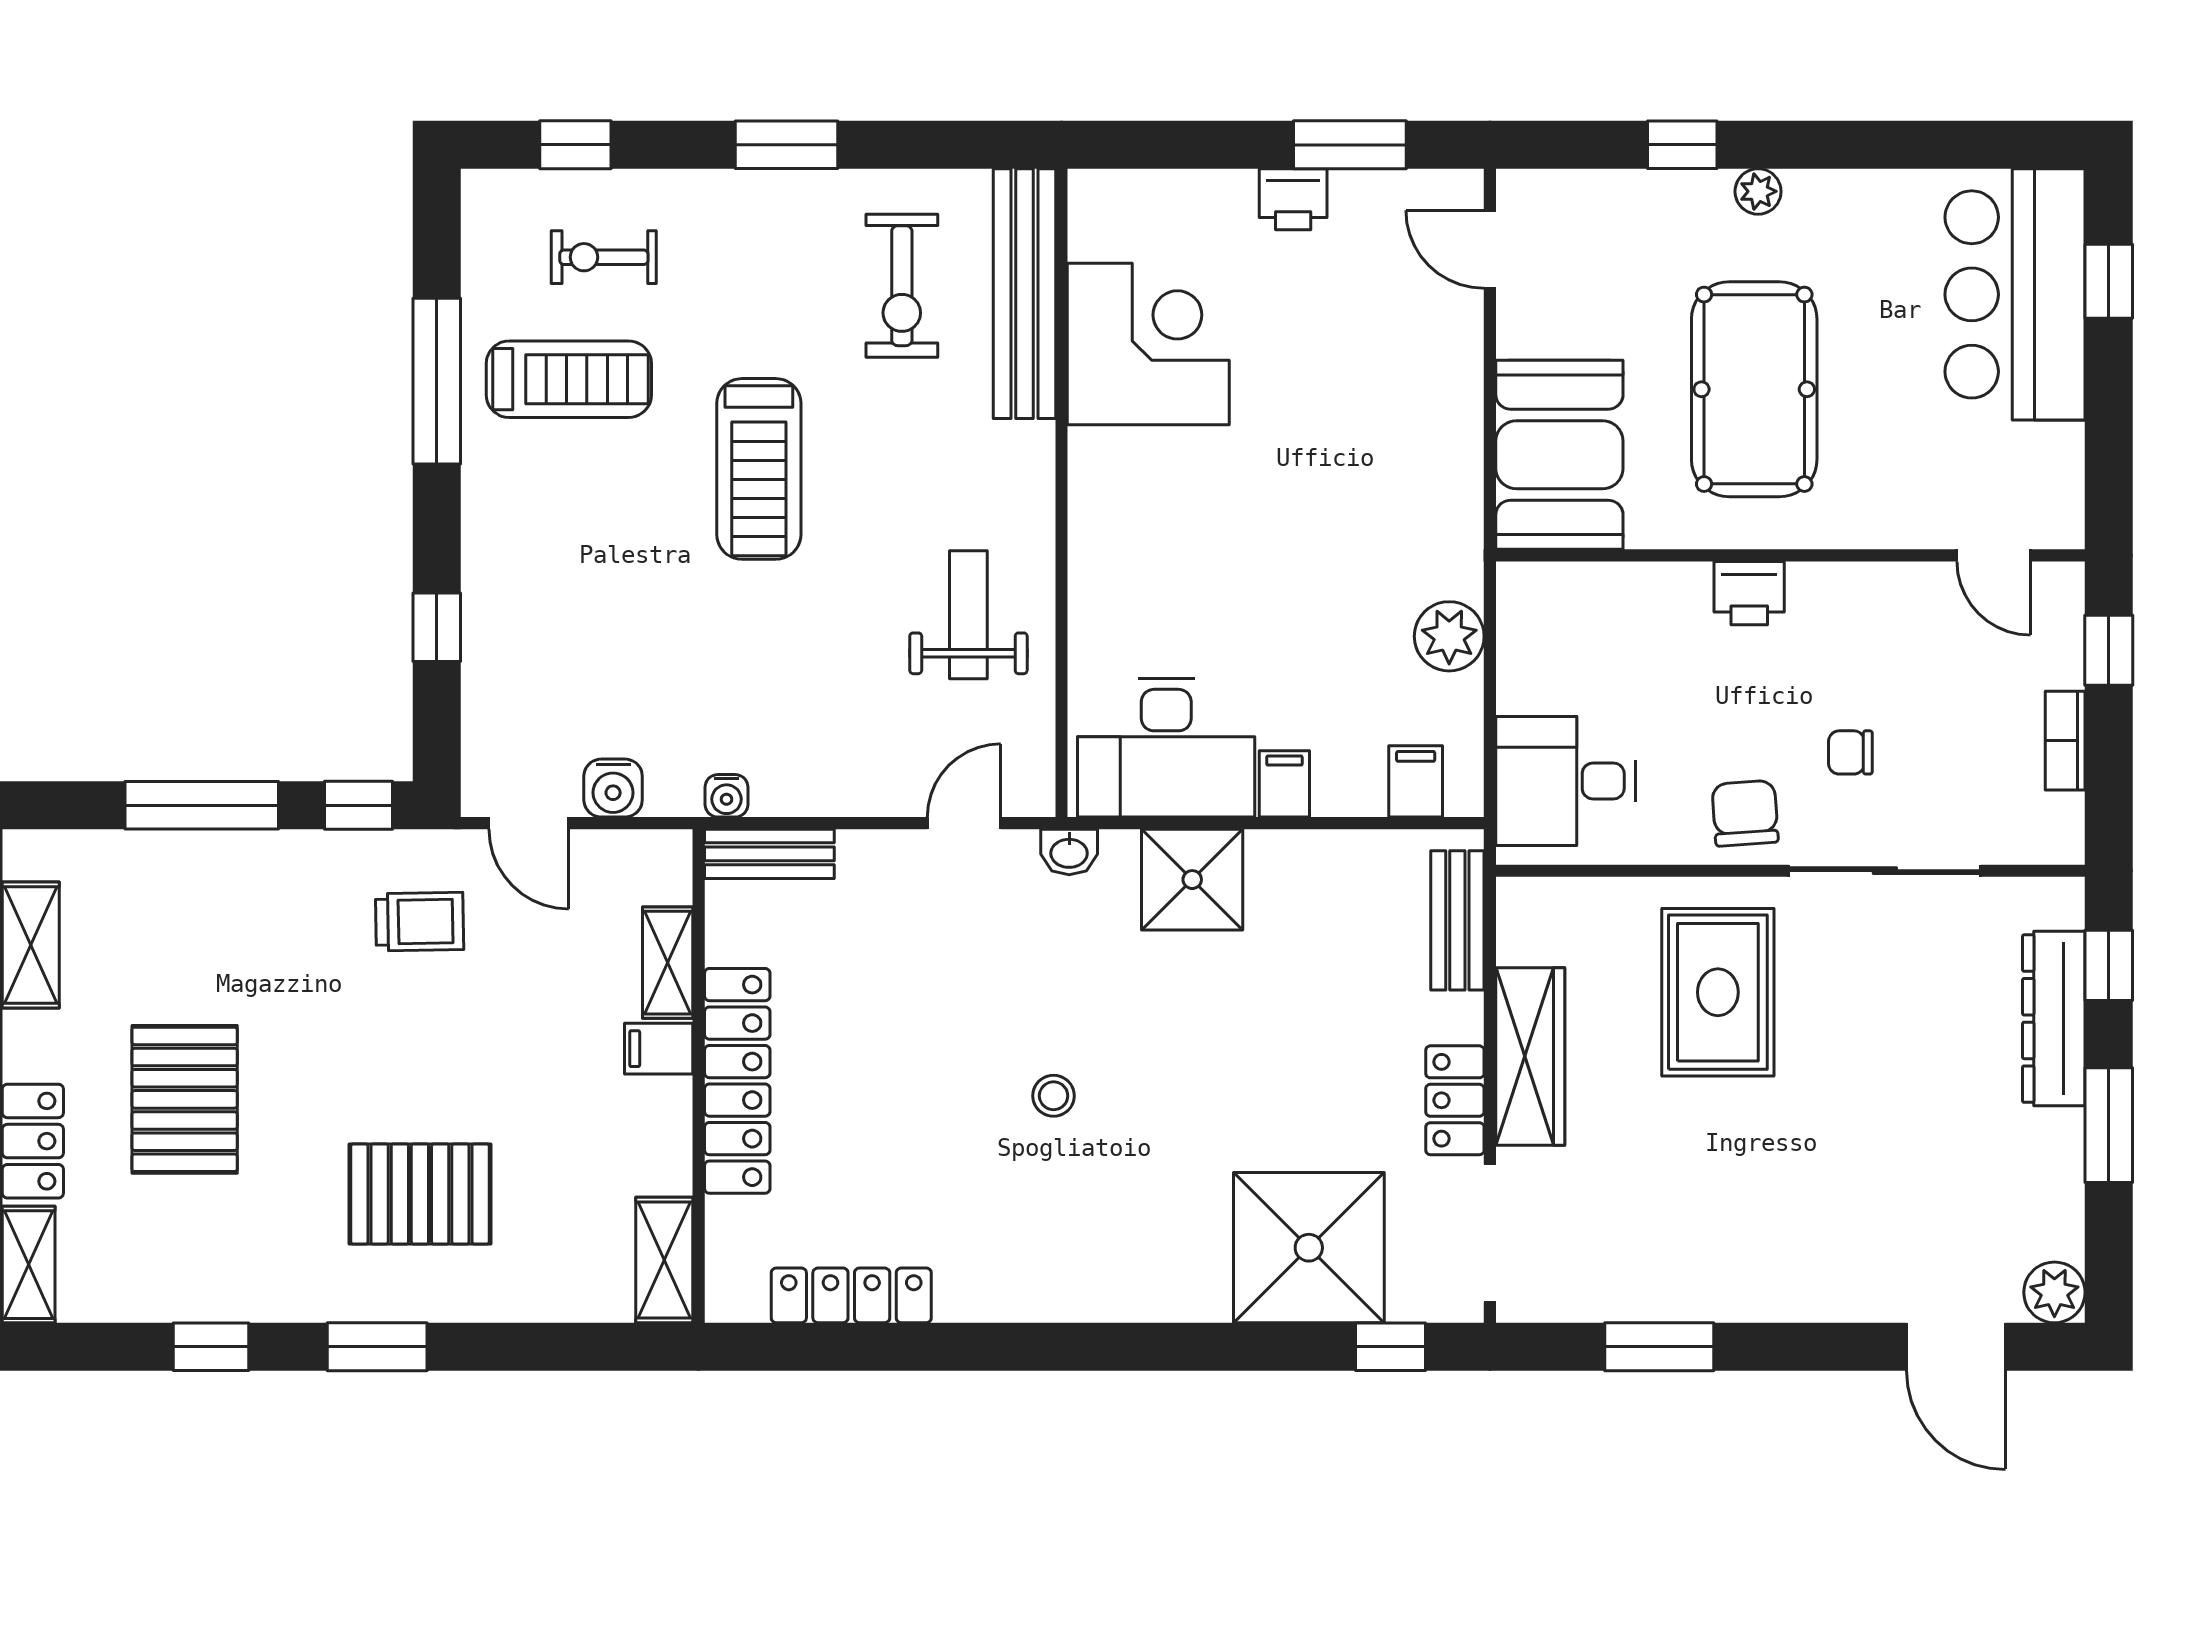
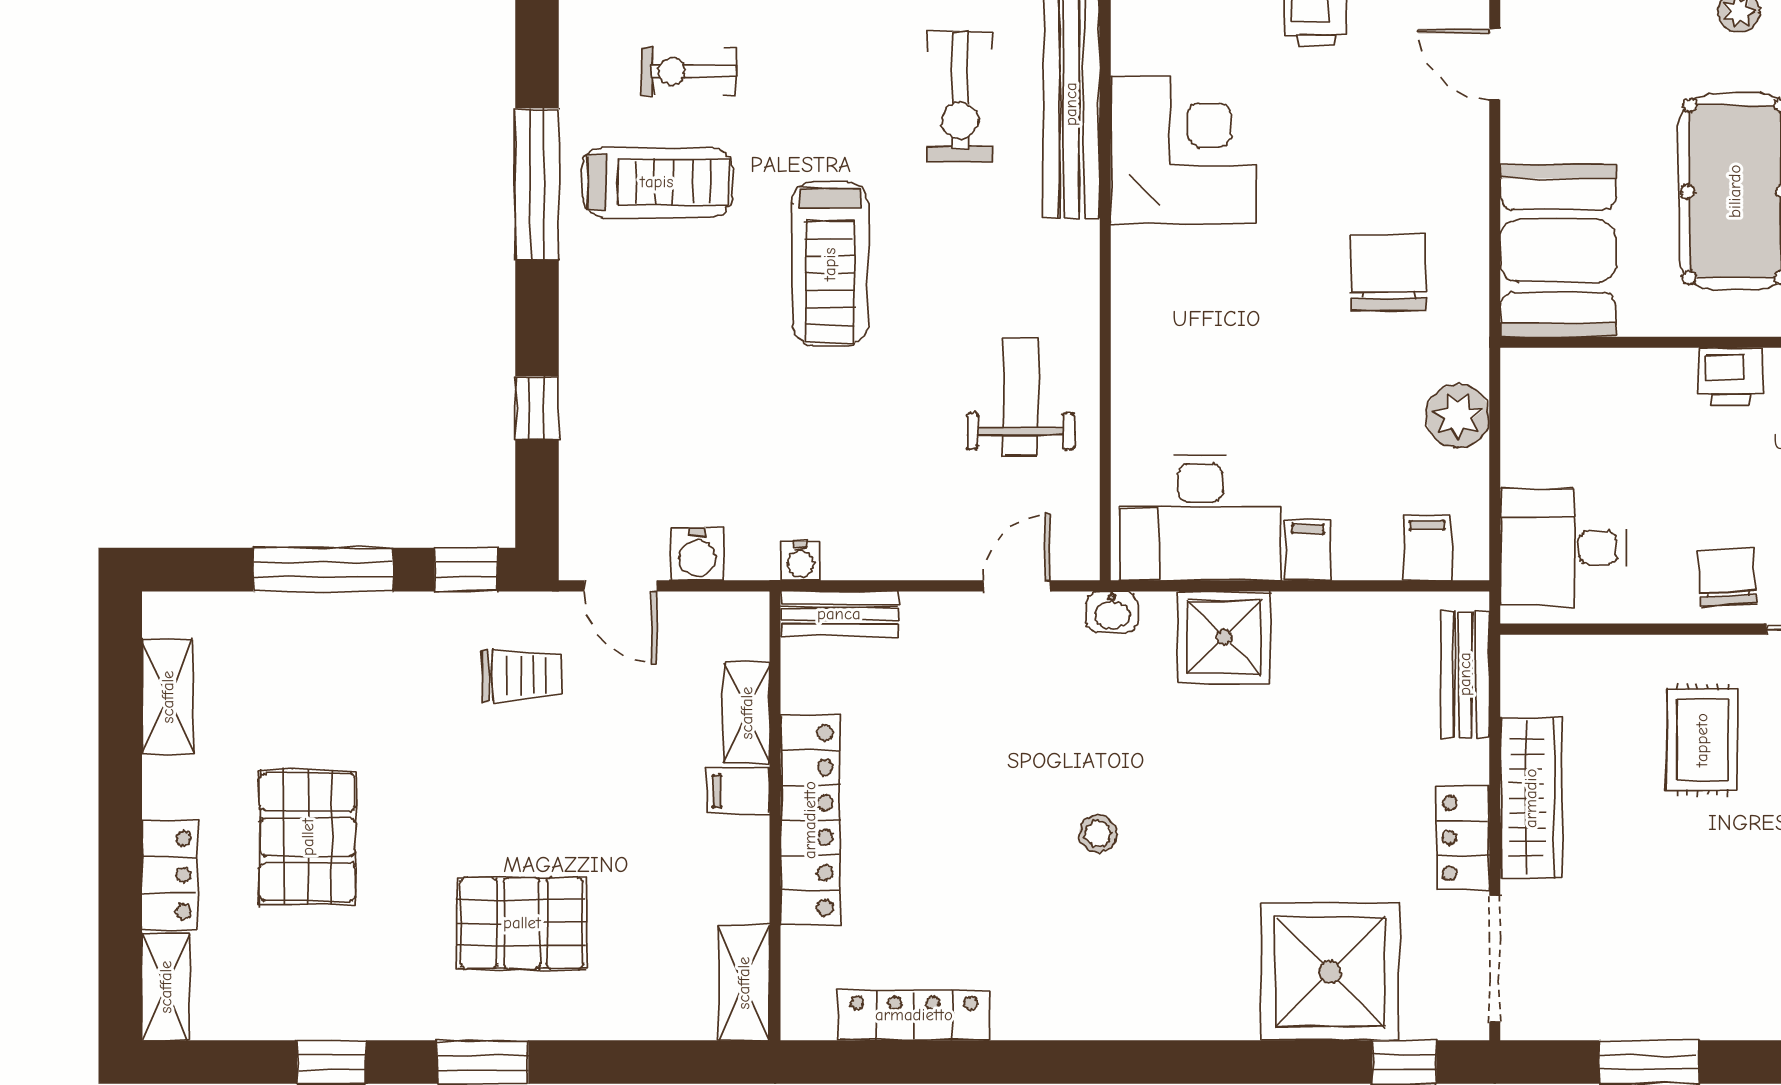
chair: (1373, 479) -> (1389, 273), added
rug: (1718, 992) -> (1702, 740), width x0.73, depth x0.70

